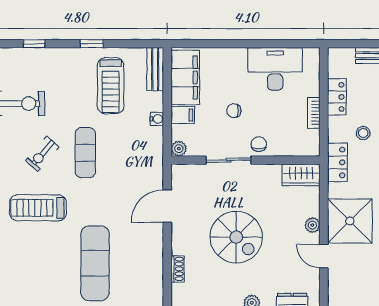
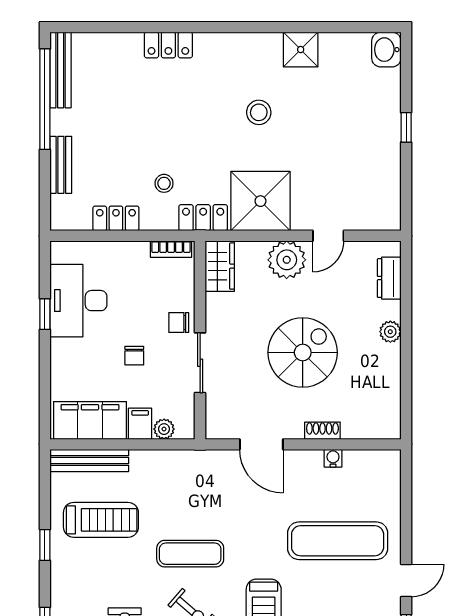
window: (265, 44) -> (45, 314), added
bench: (155, 69) -> (89, 460), width x1.36
bookcase: (314, 113) -> (171, 249), moved
water cooler: (157, 119) -> (333, 458), moved
plant: (179, 149) -> (164, 429), moved
shower: (350, 221) -> (260, 201), moved
plant: (312, 225) -> (287, 260), width x1.88, depth x1.88
shoe rack: (178, 269) -> (322, 431), moved

